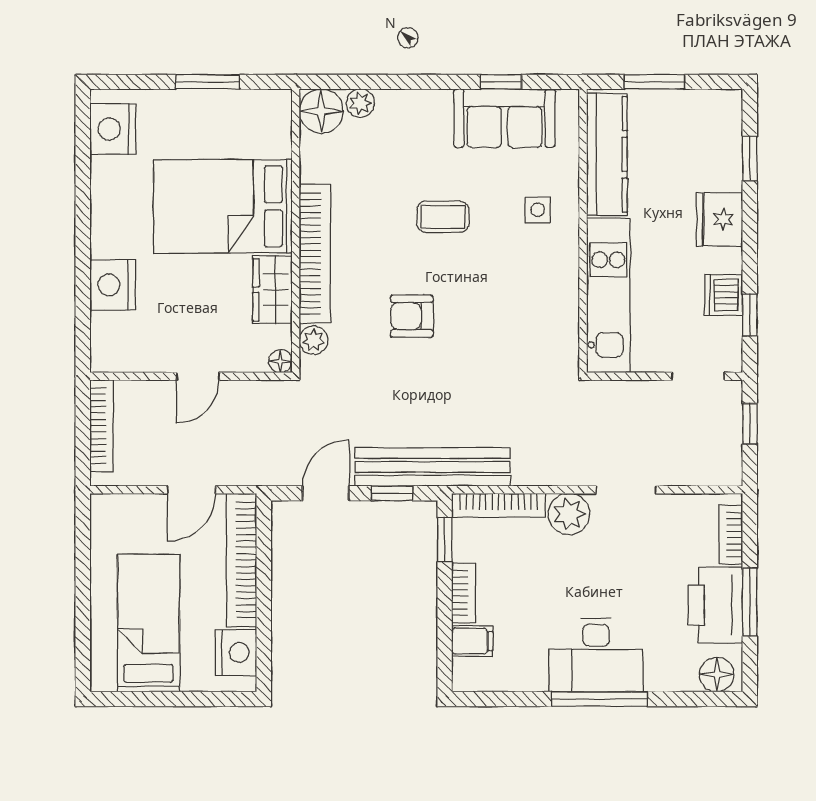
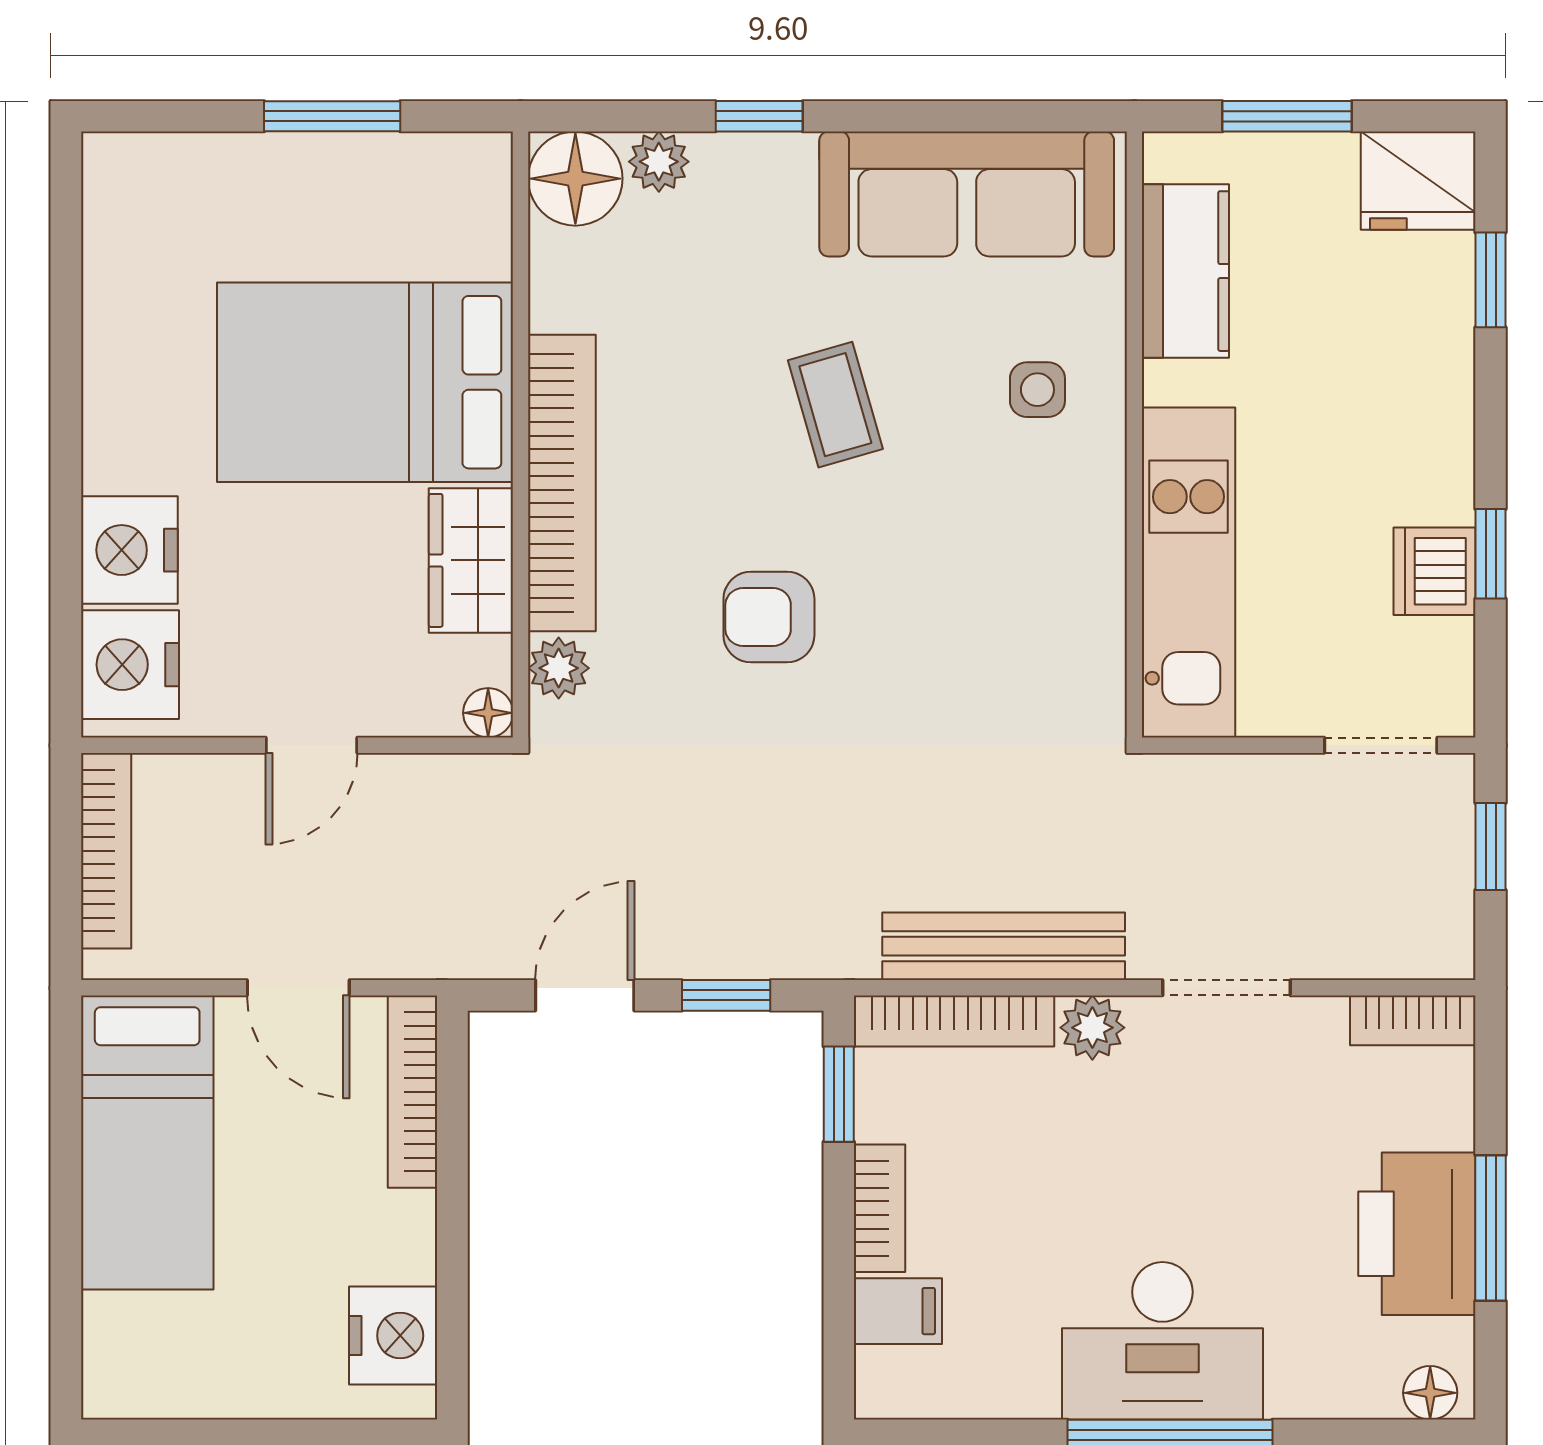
window: (501, 82) -> (759, 116), moved
sofa: (504, 118) -> (967, 194), width x1.36
nightstand: (113, 129) -> (130, 665), moved
kitchen counter: (607, 154) -> (1185, 271), width x0.67
coffee table: (443, 217) -> (835, 405), turned 74
fridge: (720, 219) -> (1418, 181), moved, turned -90
window: (750, 315) -> (1491, 554), moved
bench: (433, 467) -> (1004, 946), moved, width x0.73, depth x0.82
door: (192, 490) -> (298, 988), hinge flipped
plant: (569, 514) -> (1092, 1028), width x0.73, depth x0.73
bookcase: (731, 535) -> (1413, 1020), moved, turned -90
bookcase: (241, 560) -> (413, 1092), width x0.68, depth x0.76
bed: (148, 623) -> (147, 1142), moved, turned 180
floor lamp: (717, 675) -> (1430, 1393), width x0.73, depth x0.73

